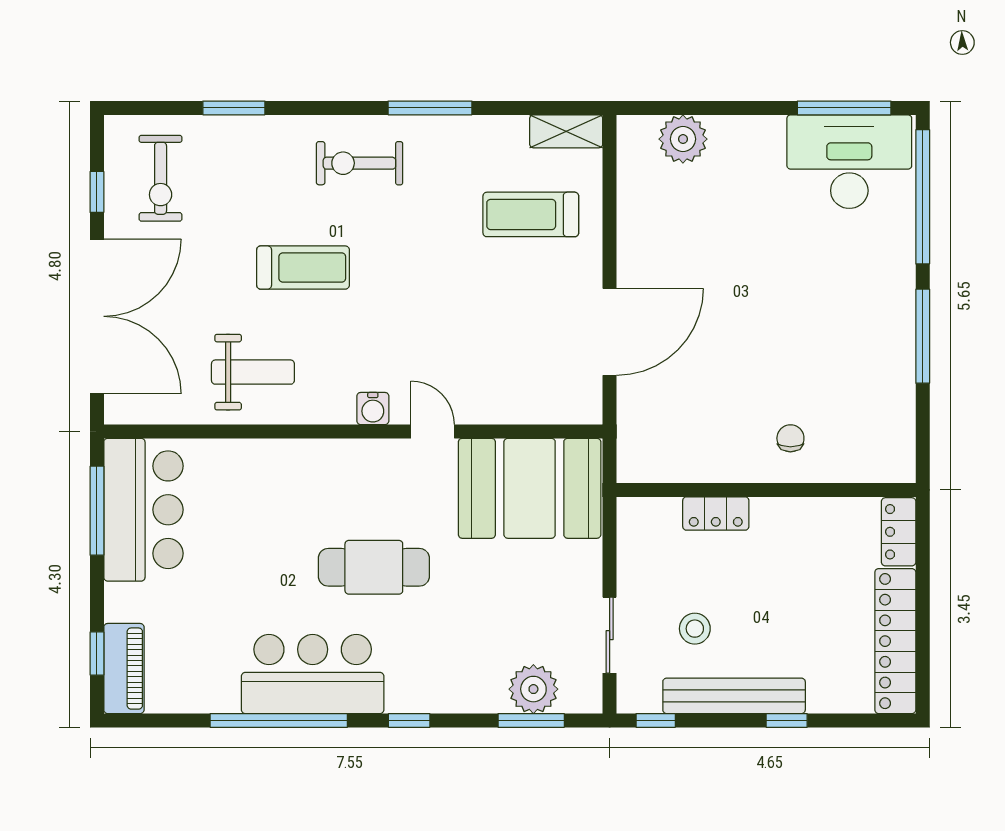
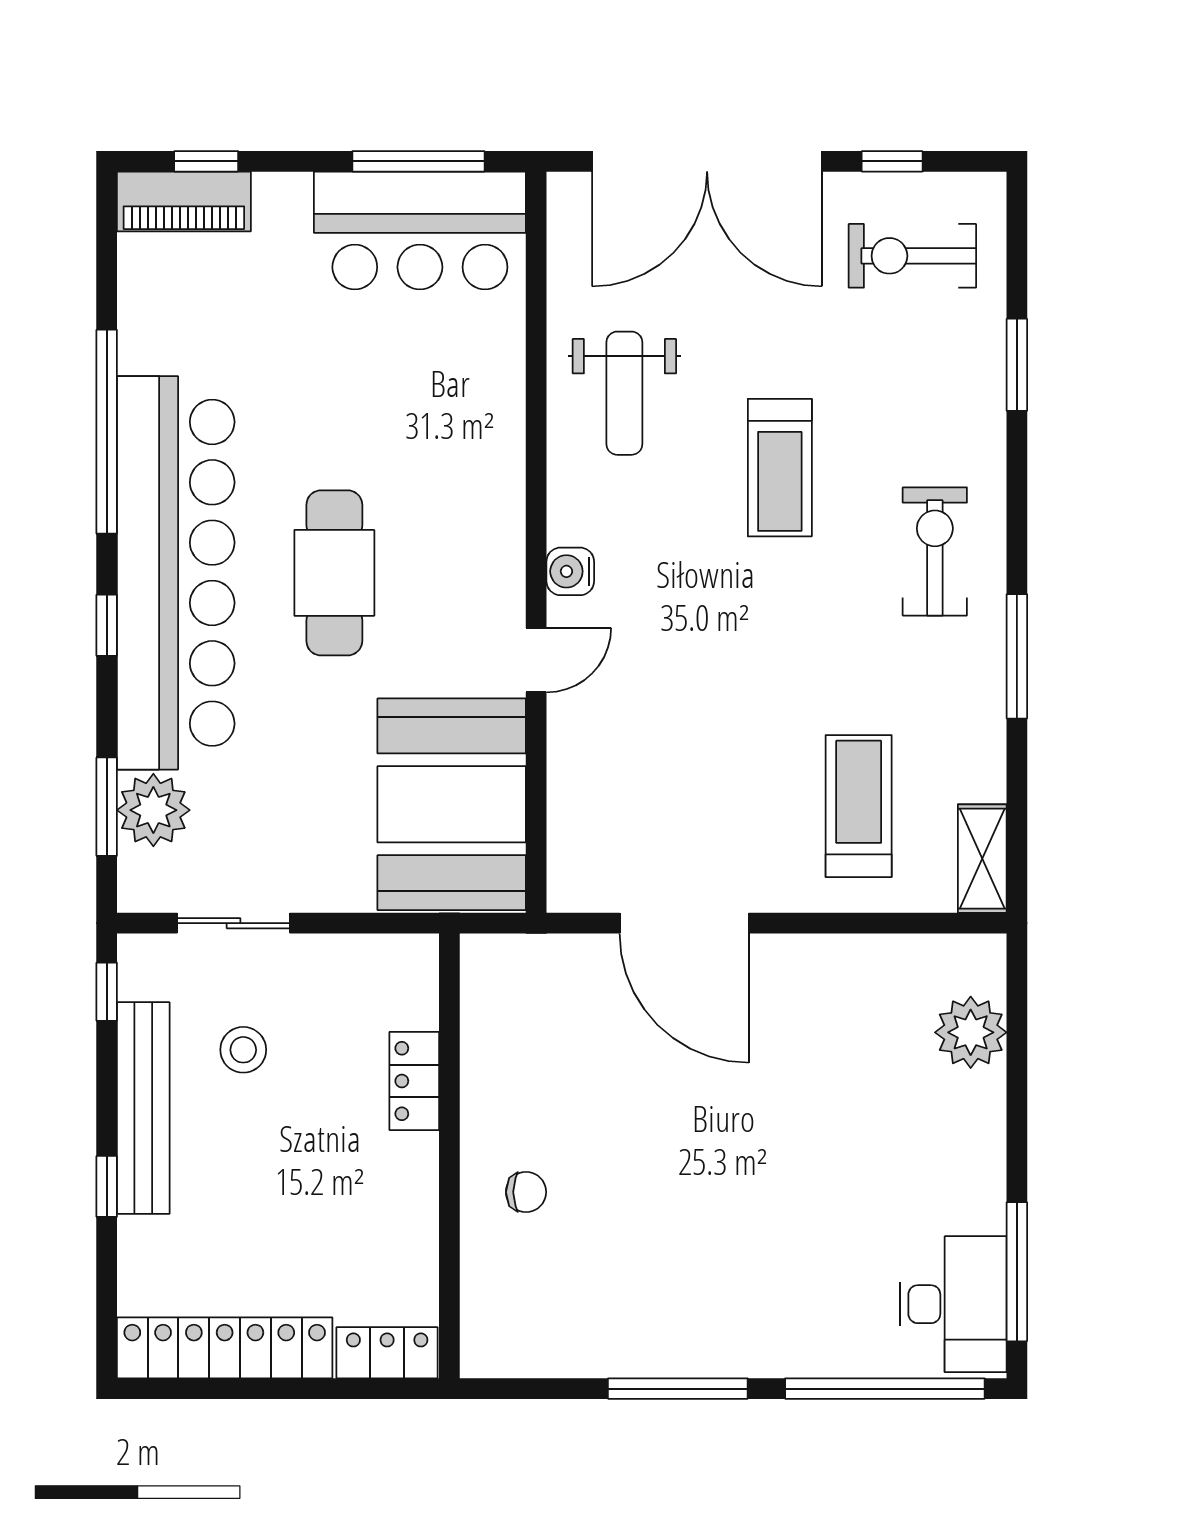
desk: (849, 162) -> (953, 1304), width x0.73, depth x0.77
bar counter: (313, 674) -> (176, 573), width x1.86

